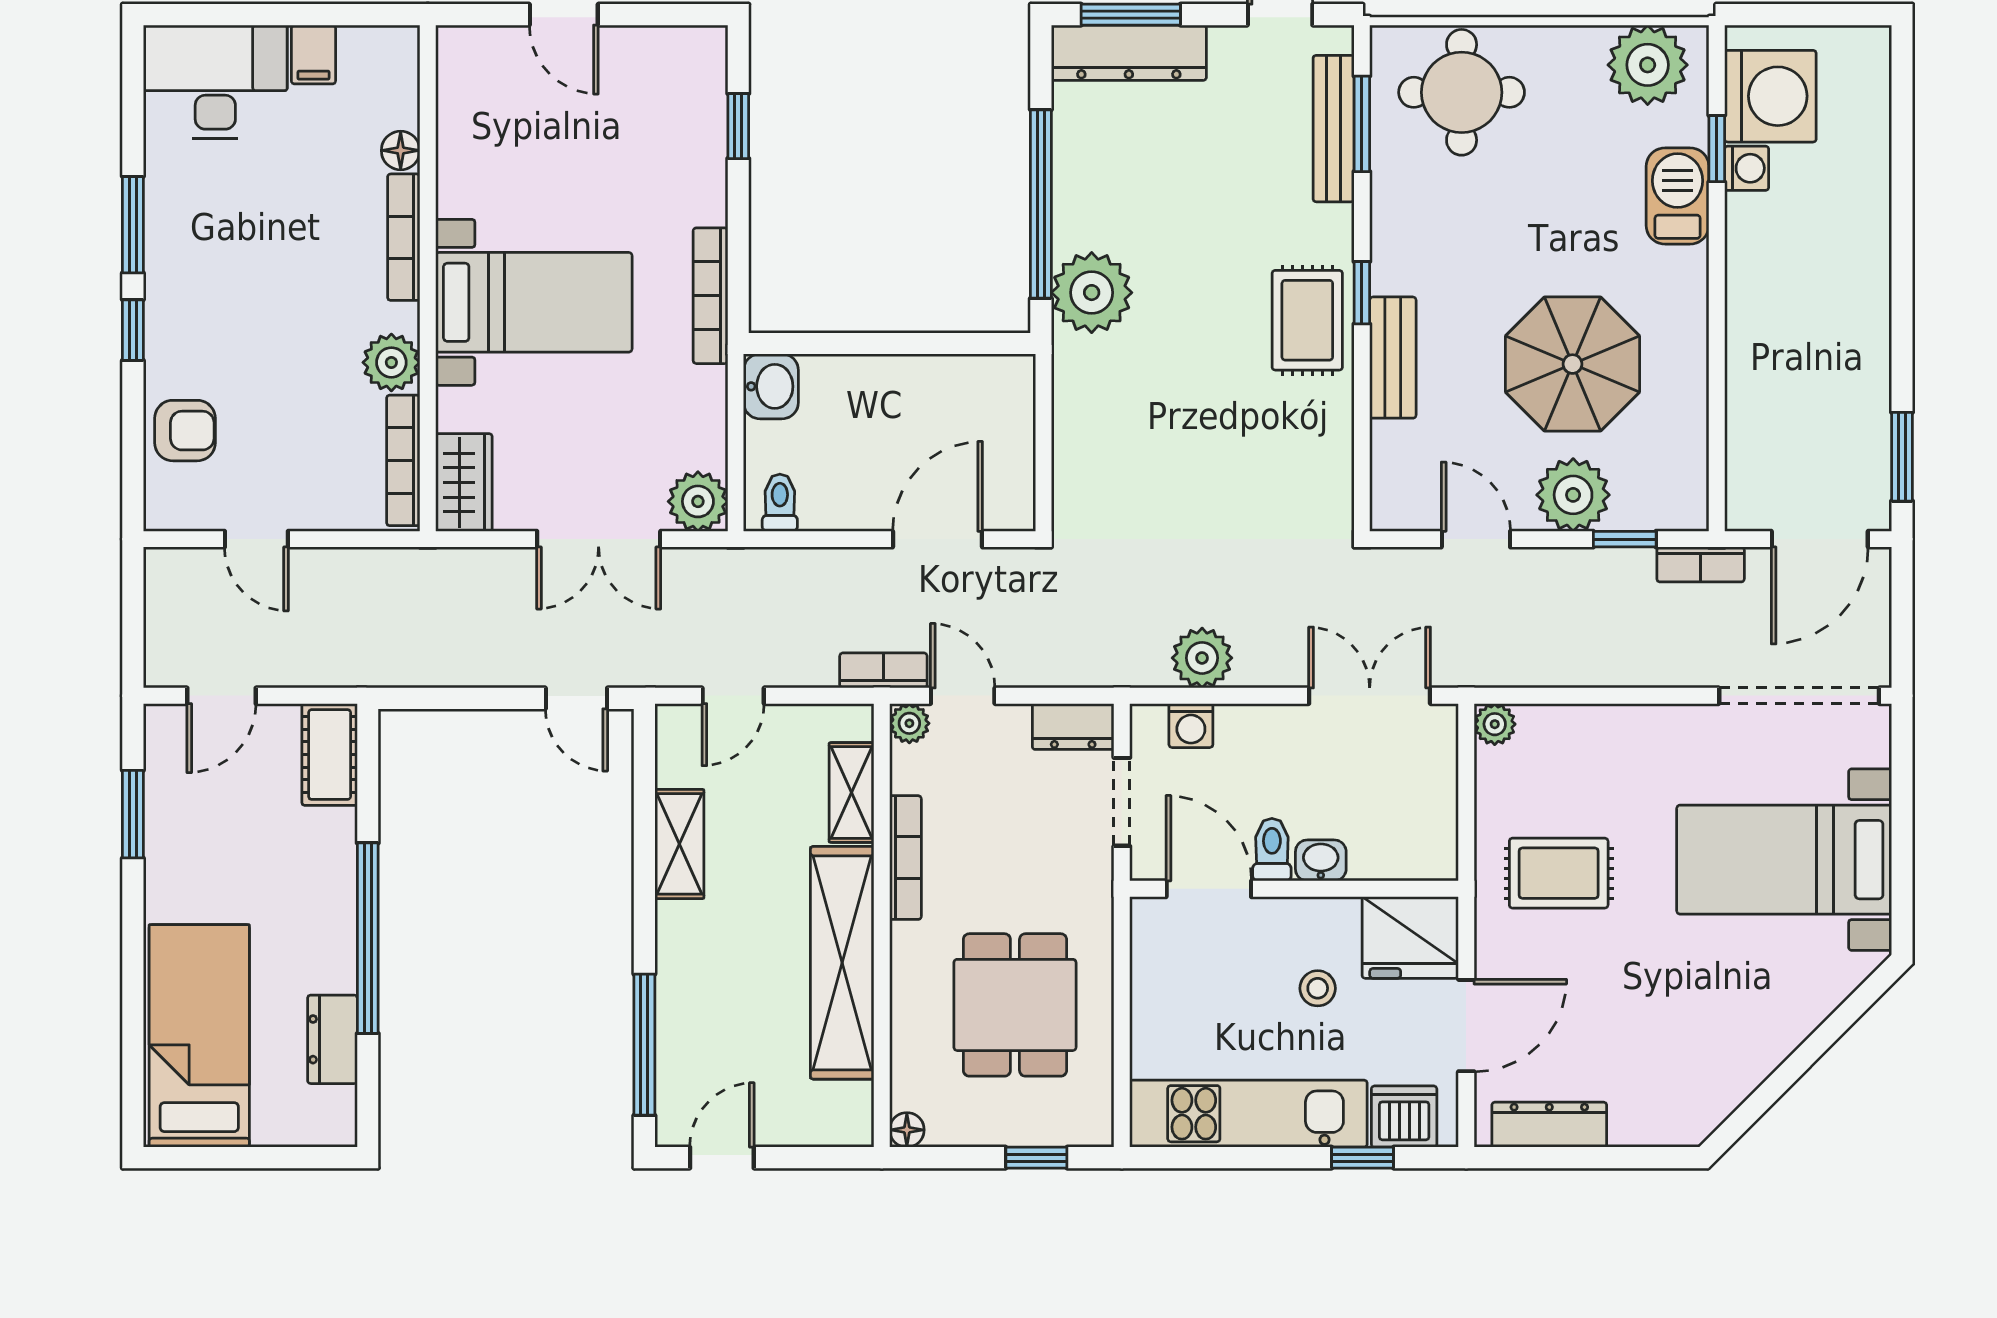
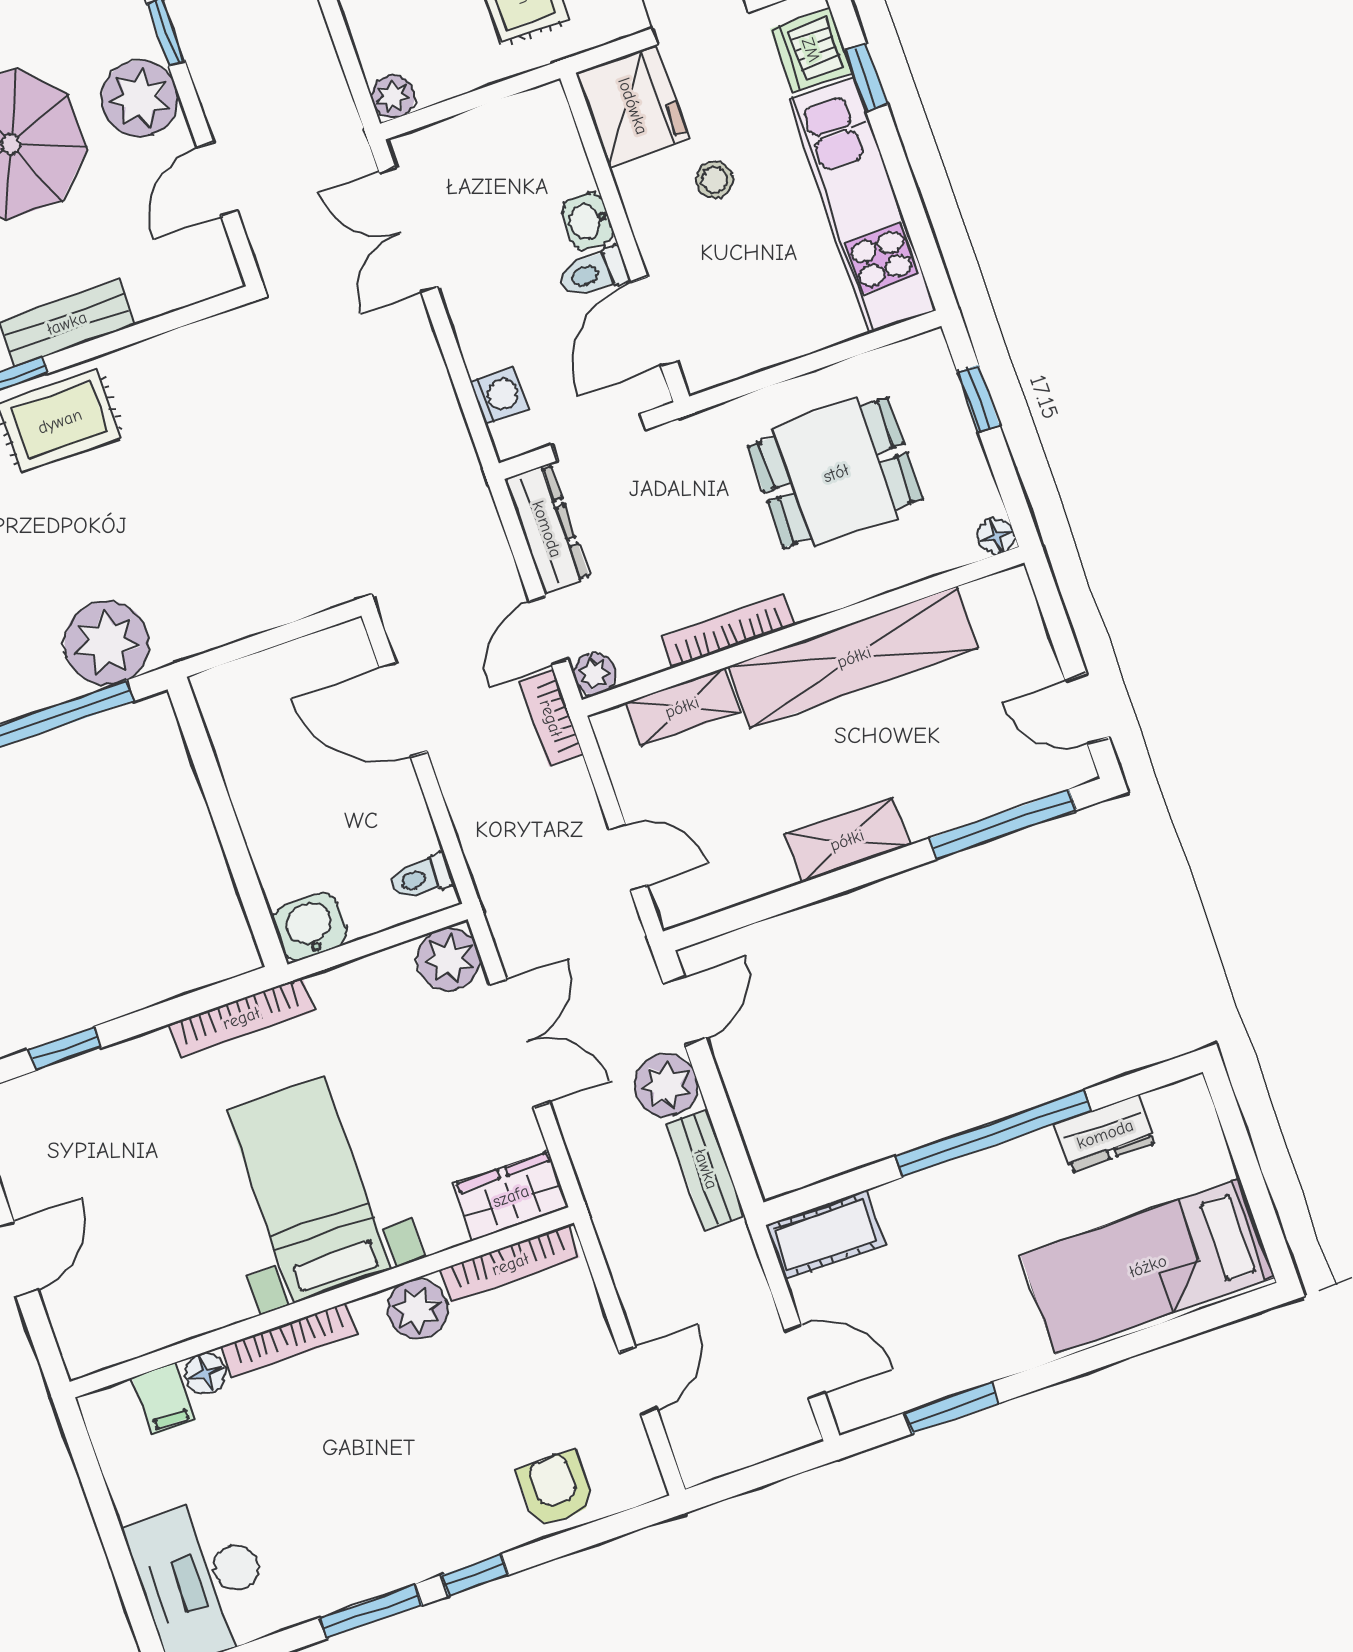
filing cabinet: (313, 55) -> (164, 1399), moved, turned 90
plant: (1202, 658) -> (666, 1085), moved
bench: (426, 667) -> (706, 1169), added
dresser: (1073, 727) -> (547, 529), width x1.44
shelving: (679, 844) -> (847, 840), moved

